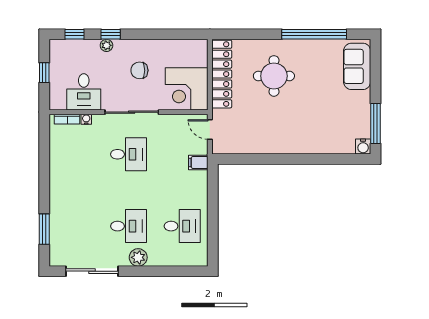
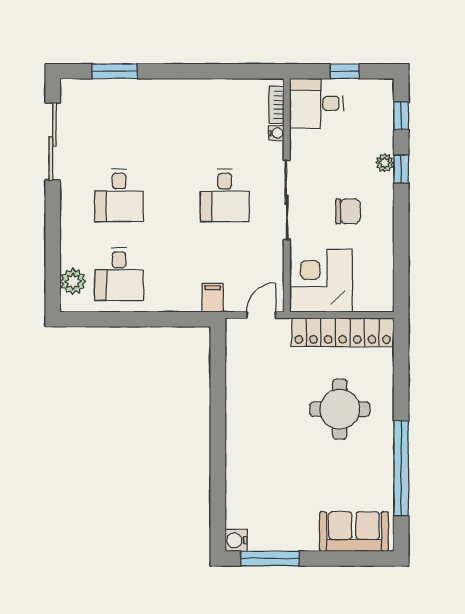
chair: (139, 70) -> (348, 211), turned 90
desk: (84, 92) -> (316, 103), moved
plant: (138, 257) -> (73, 281), moved

